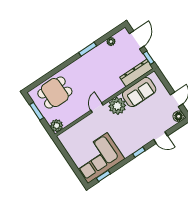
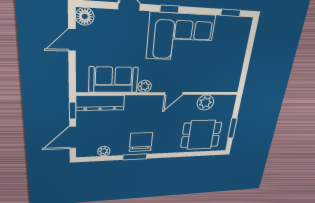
chair: (92, 62) -> (141, 142), added
plant: (117, 106) -> (145, 86), width x0.53, depth x0.53
plant: (57, 126) -> (205, 103), moved
corner sofa: (97, 158) -> (181, 37), moved

